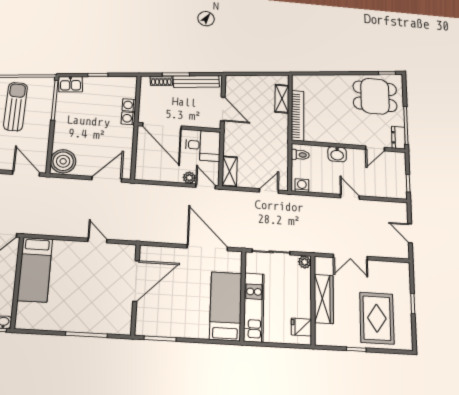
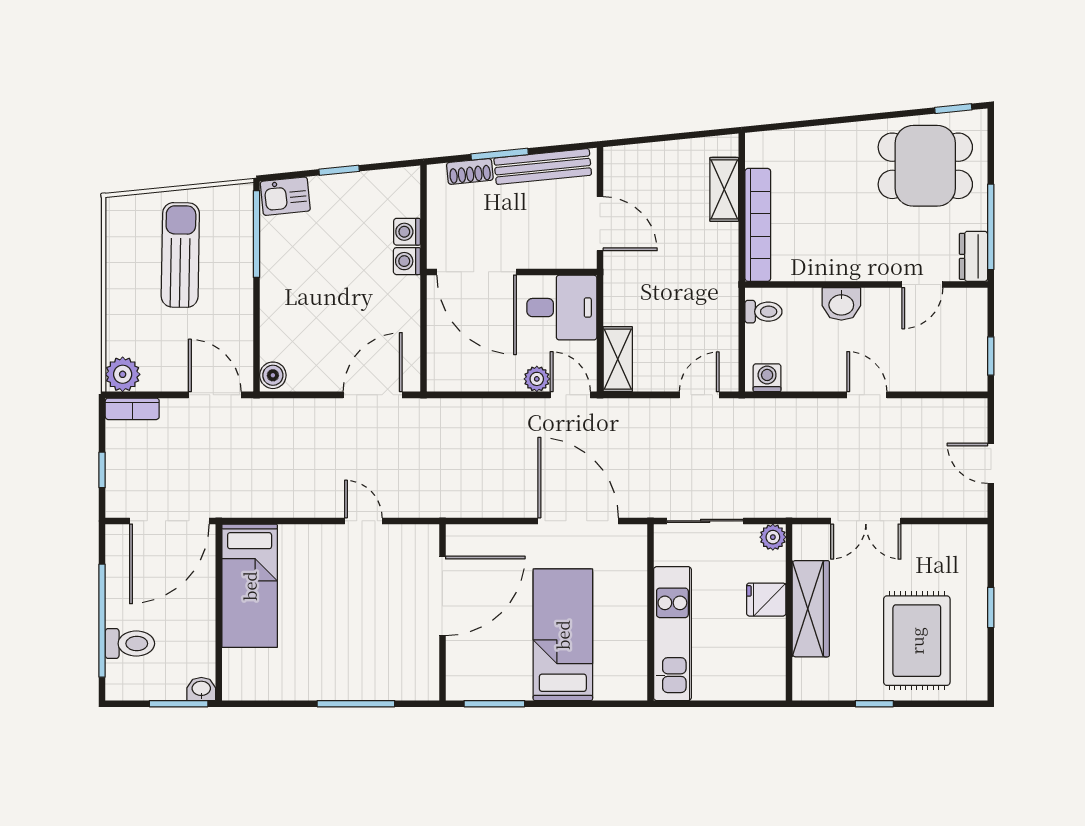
boiler: (63, 161) -> (273, 375), width x0.54, depth x0.54
bed: (226, 306) -> (563, 635), moved
fridge: (301, 327) -> (766, 600), moved

